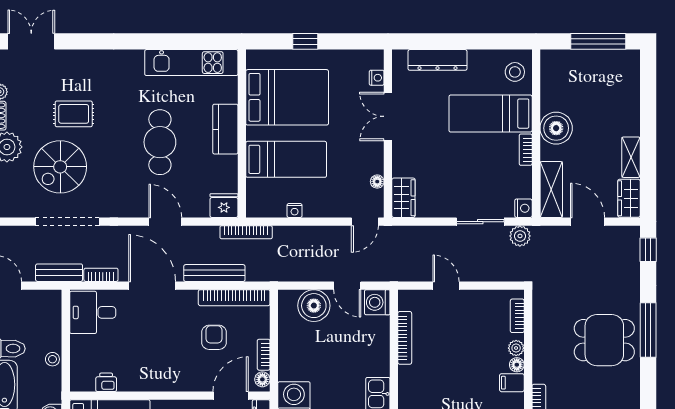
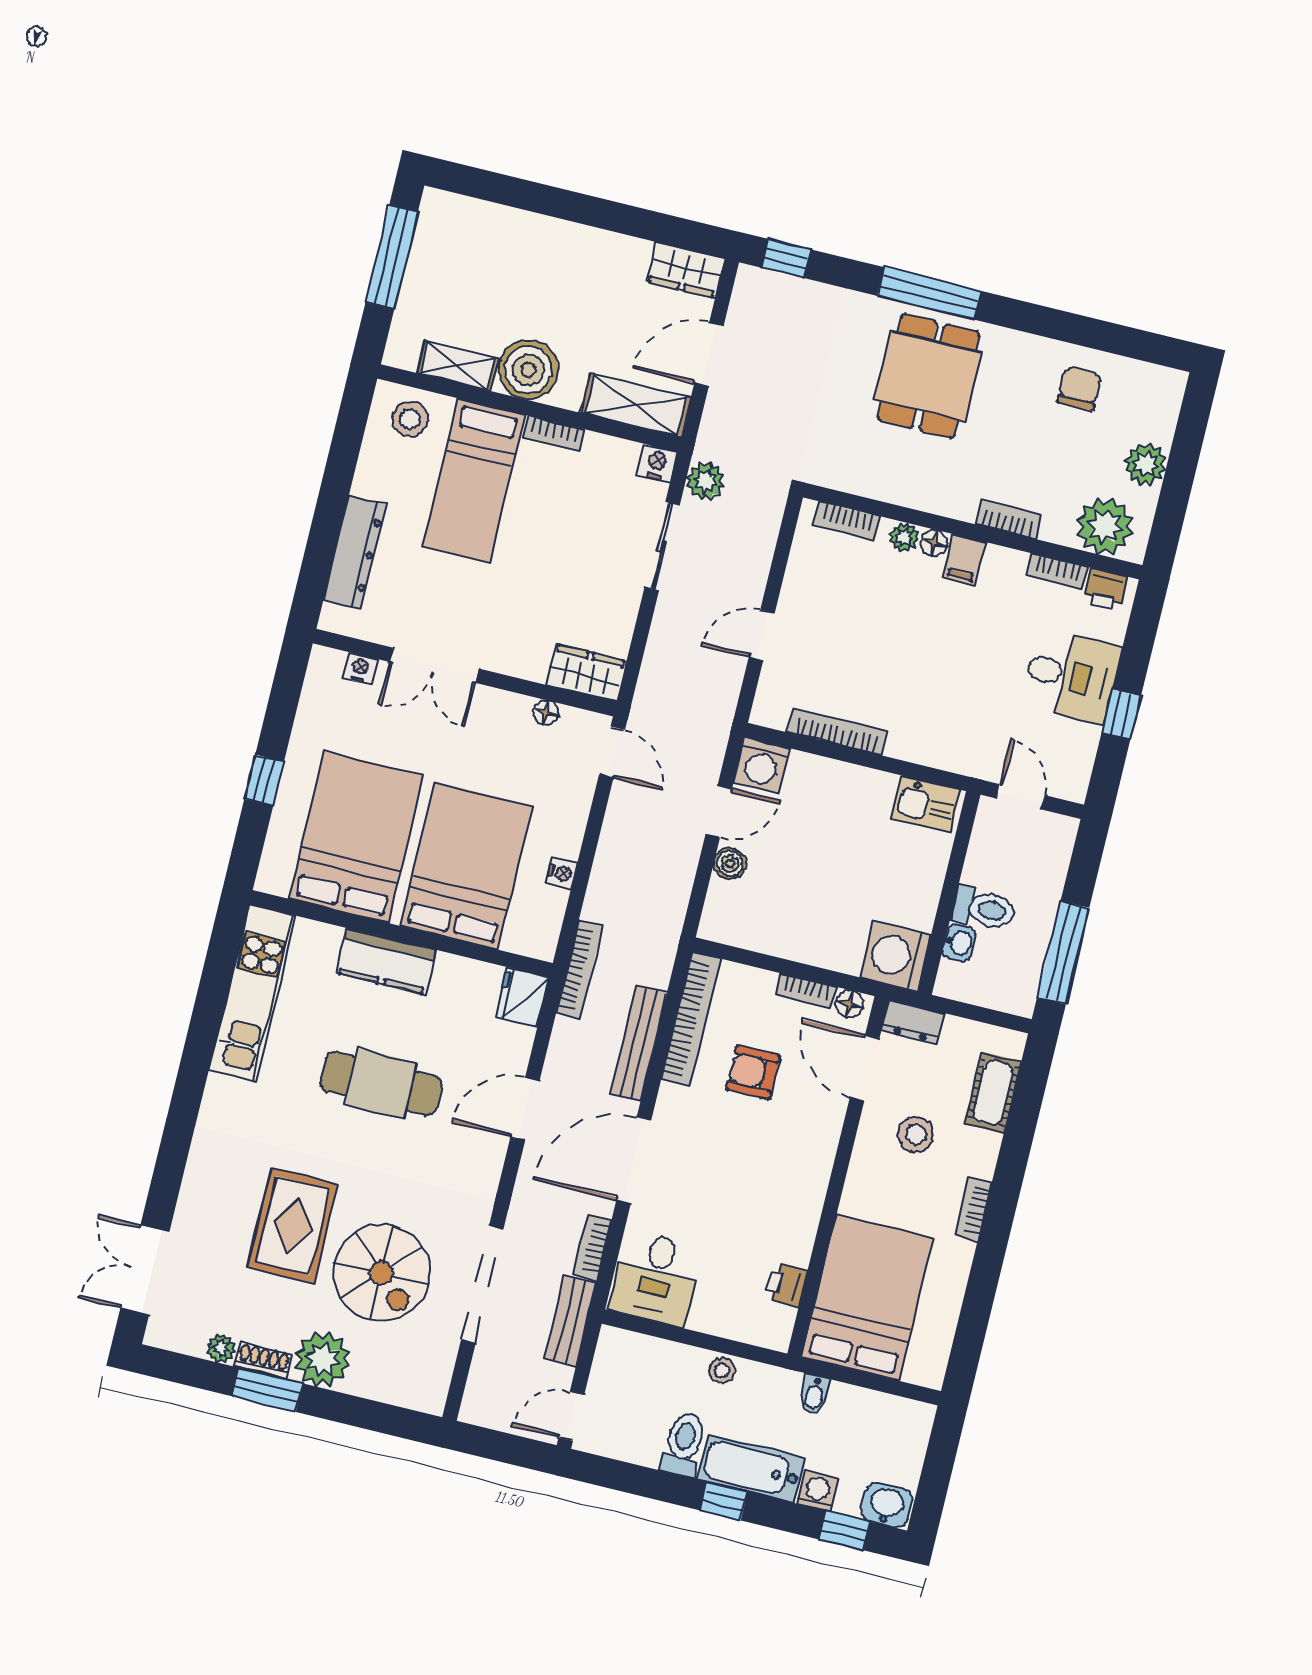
rug: (74, 114) -> (293, 1226), width x1.36, depth x1.43
shelving: (631, 157) -> (457, 366), moved
bed: (286, 159) -> (467, 866), width x1.50
boiler: (314, 306) -> (730, 864), width x0.54, depth x0.54

